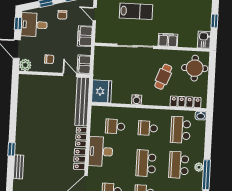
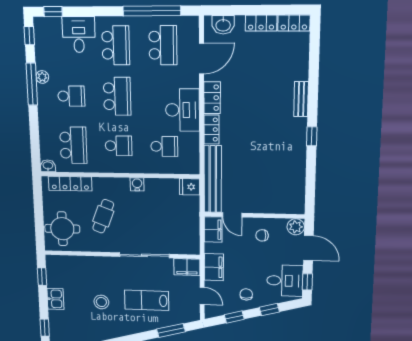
stool: (170, 10) -> (101, 302), added
window: (214, 21) -> (42, 277), moved
filing cabinet: (168, 40) -> (187, 267), moved
kitchen sink: (204, 40) -> (55, 299), moved
fridge: (102, 91) -> (190, 187), width x0.53, depth x0.75
window: (11, 149) -> (312, 136), moved
school desk: (179, 165) -> (71, 96), width x0.54
bench: (18, 167) -> (301, 99), moved
plant: (199, 167) -> (42, 77), moved

